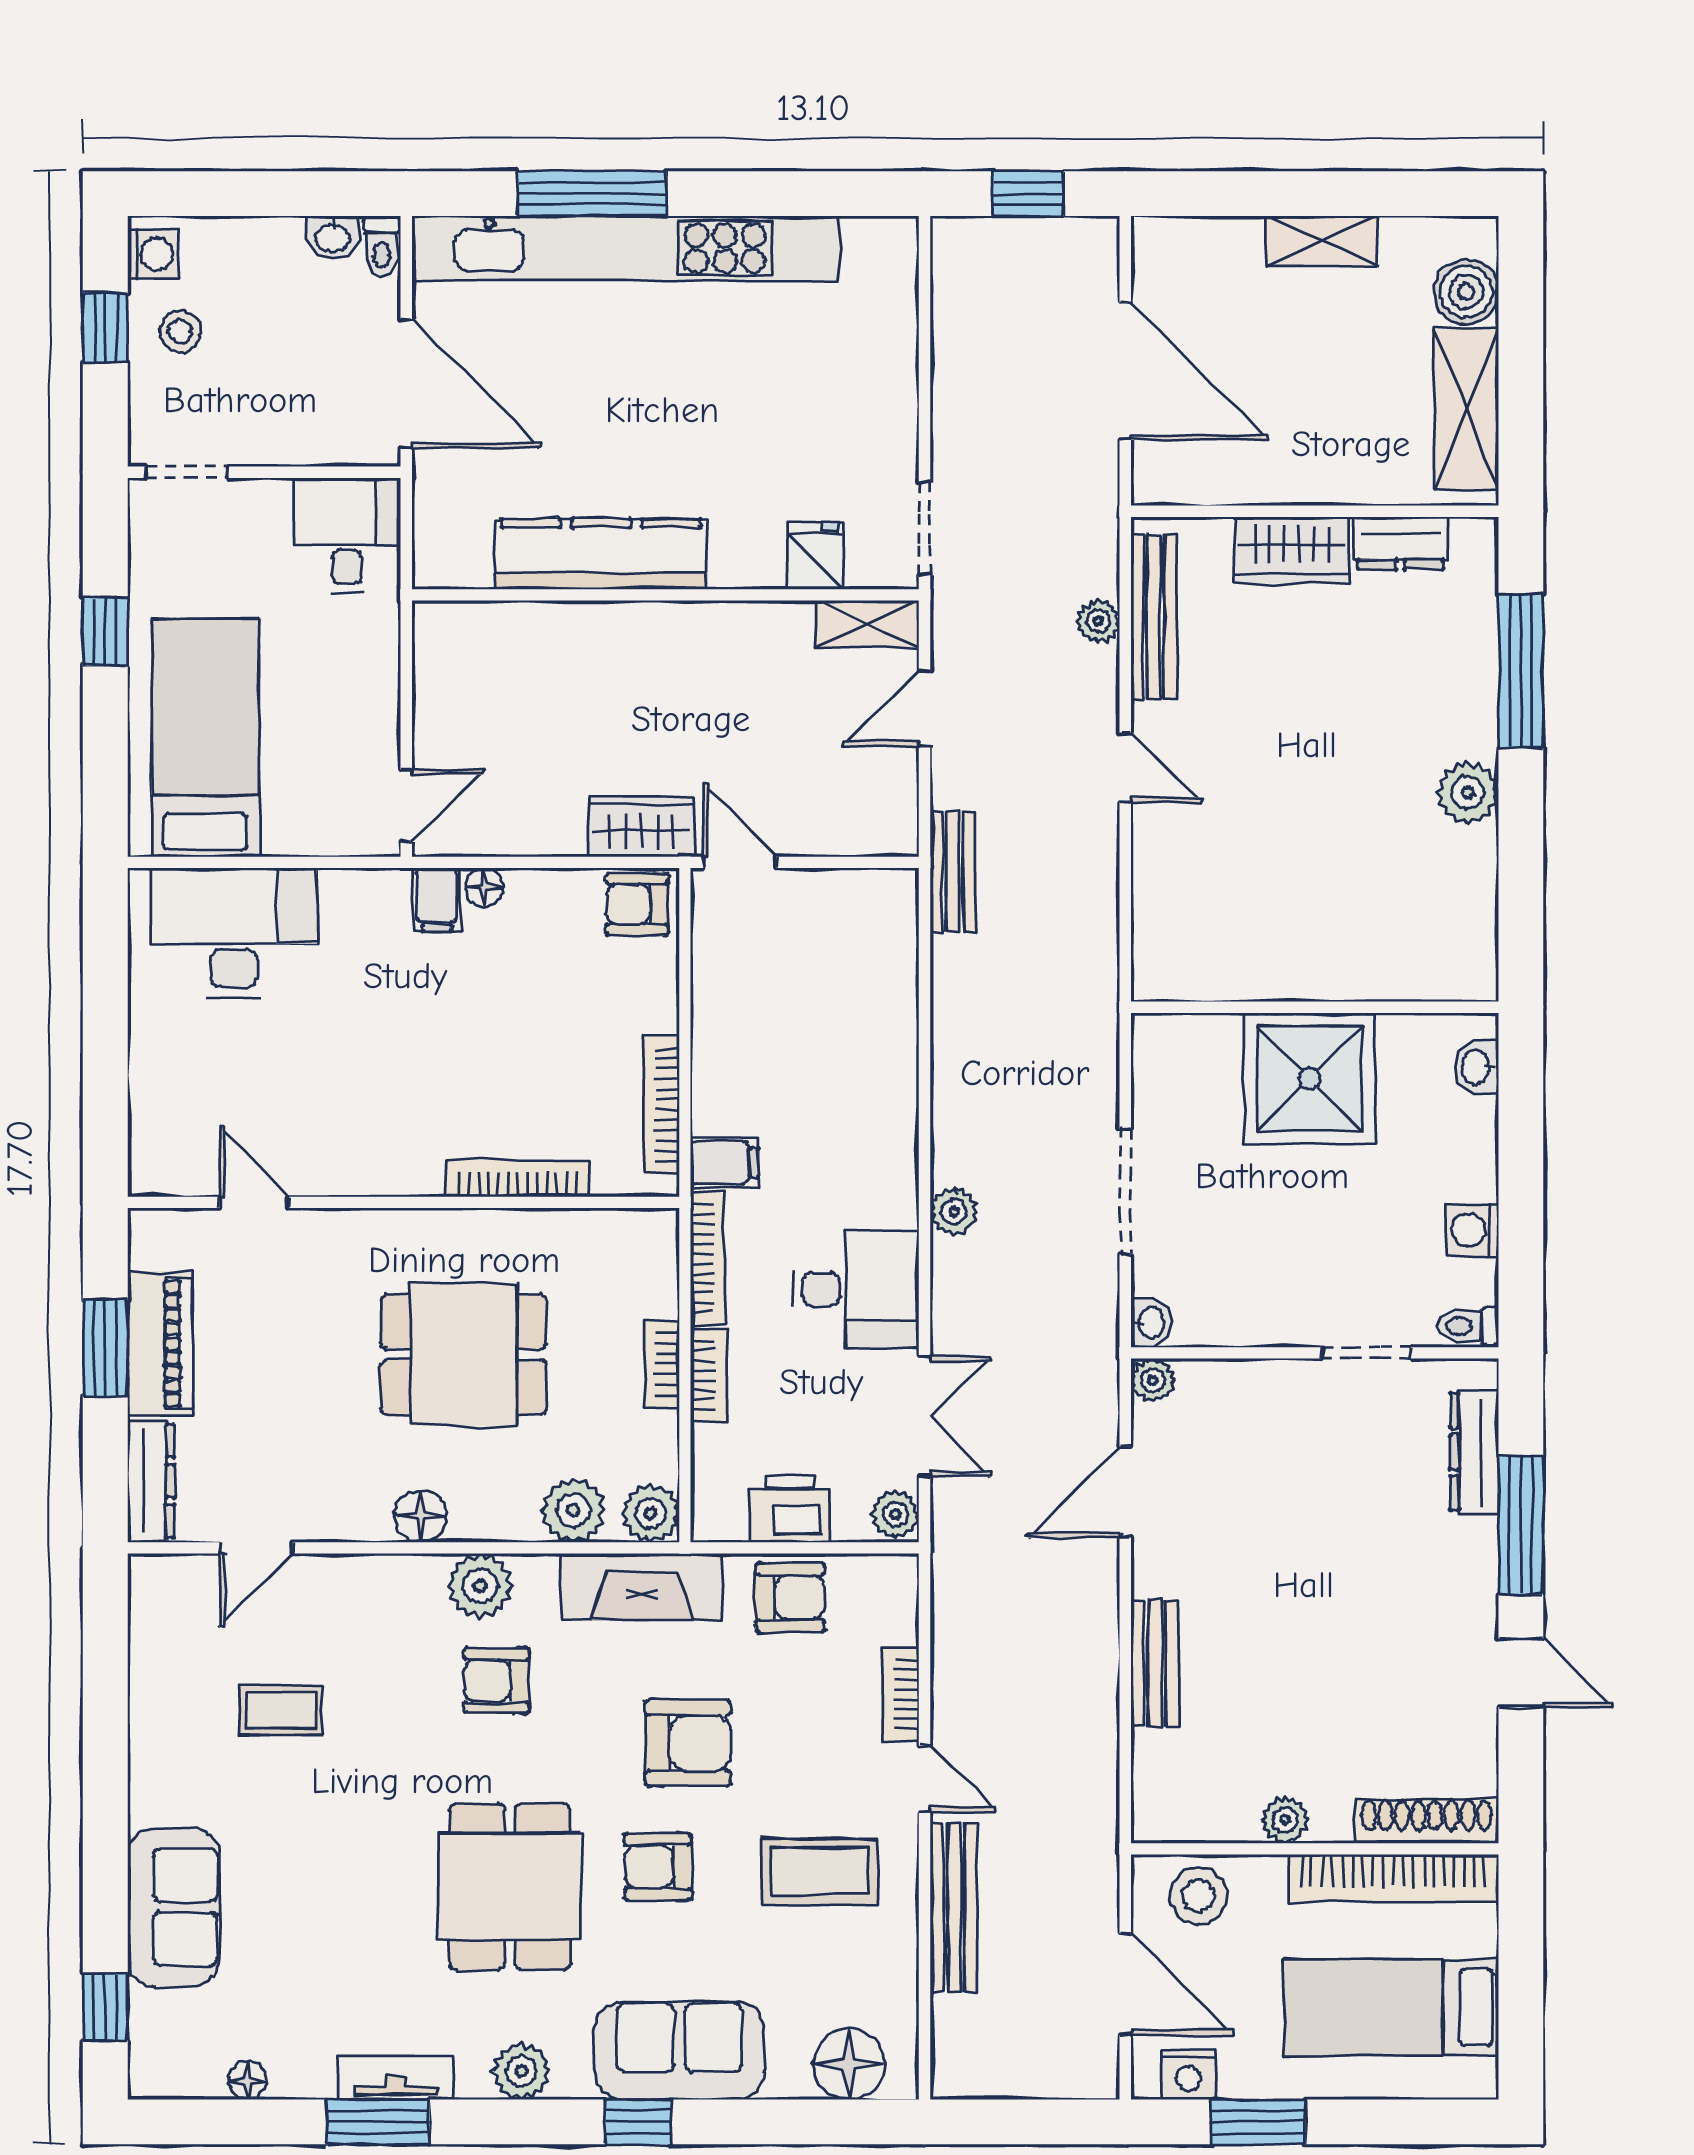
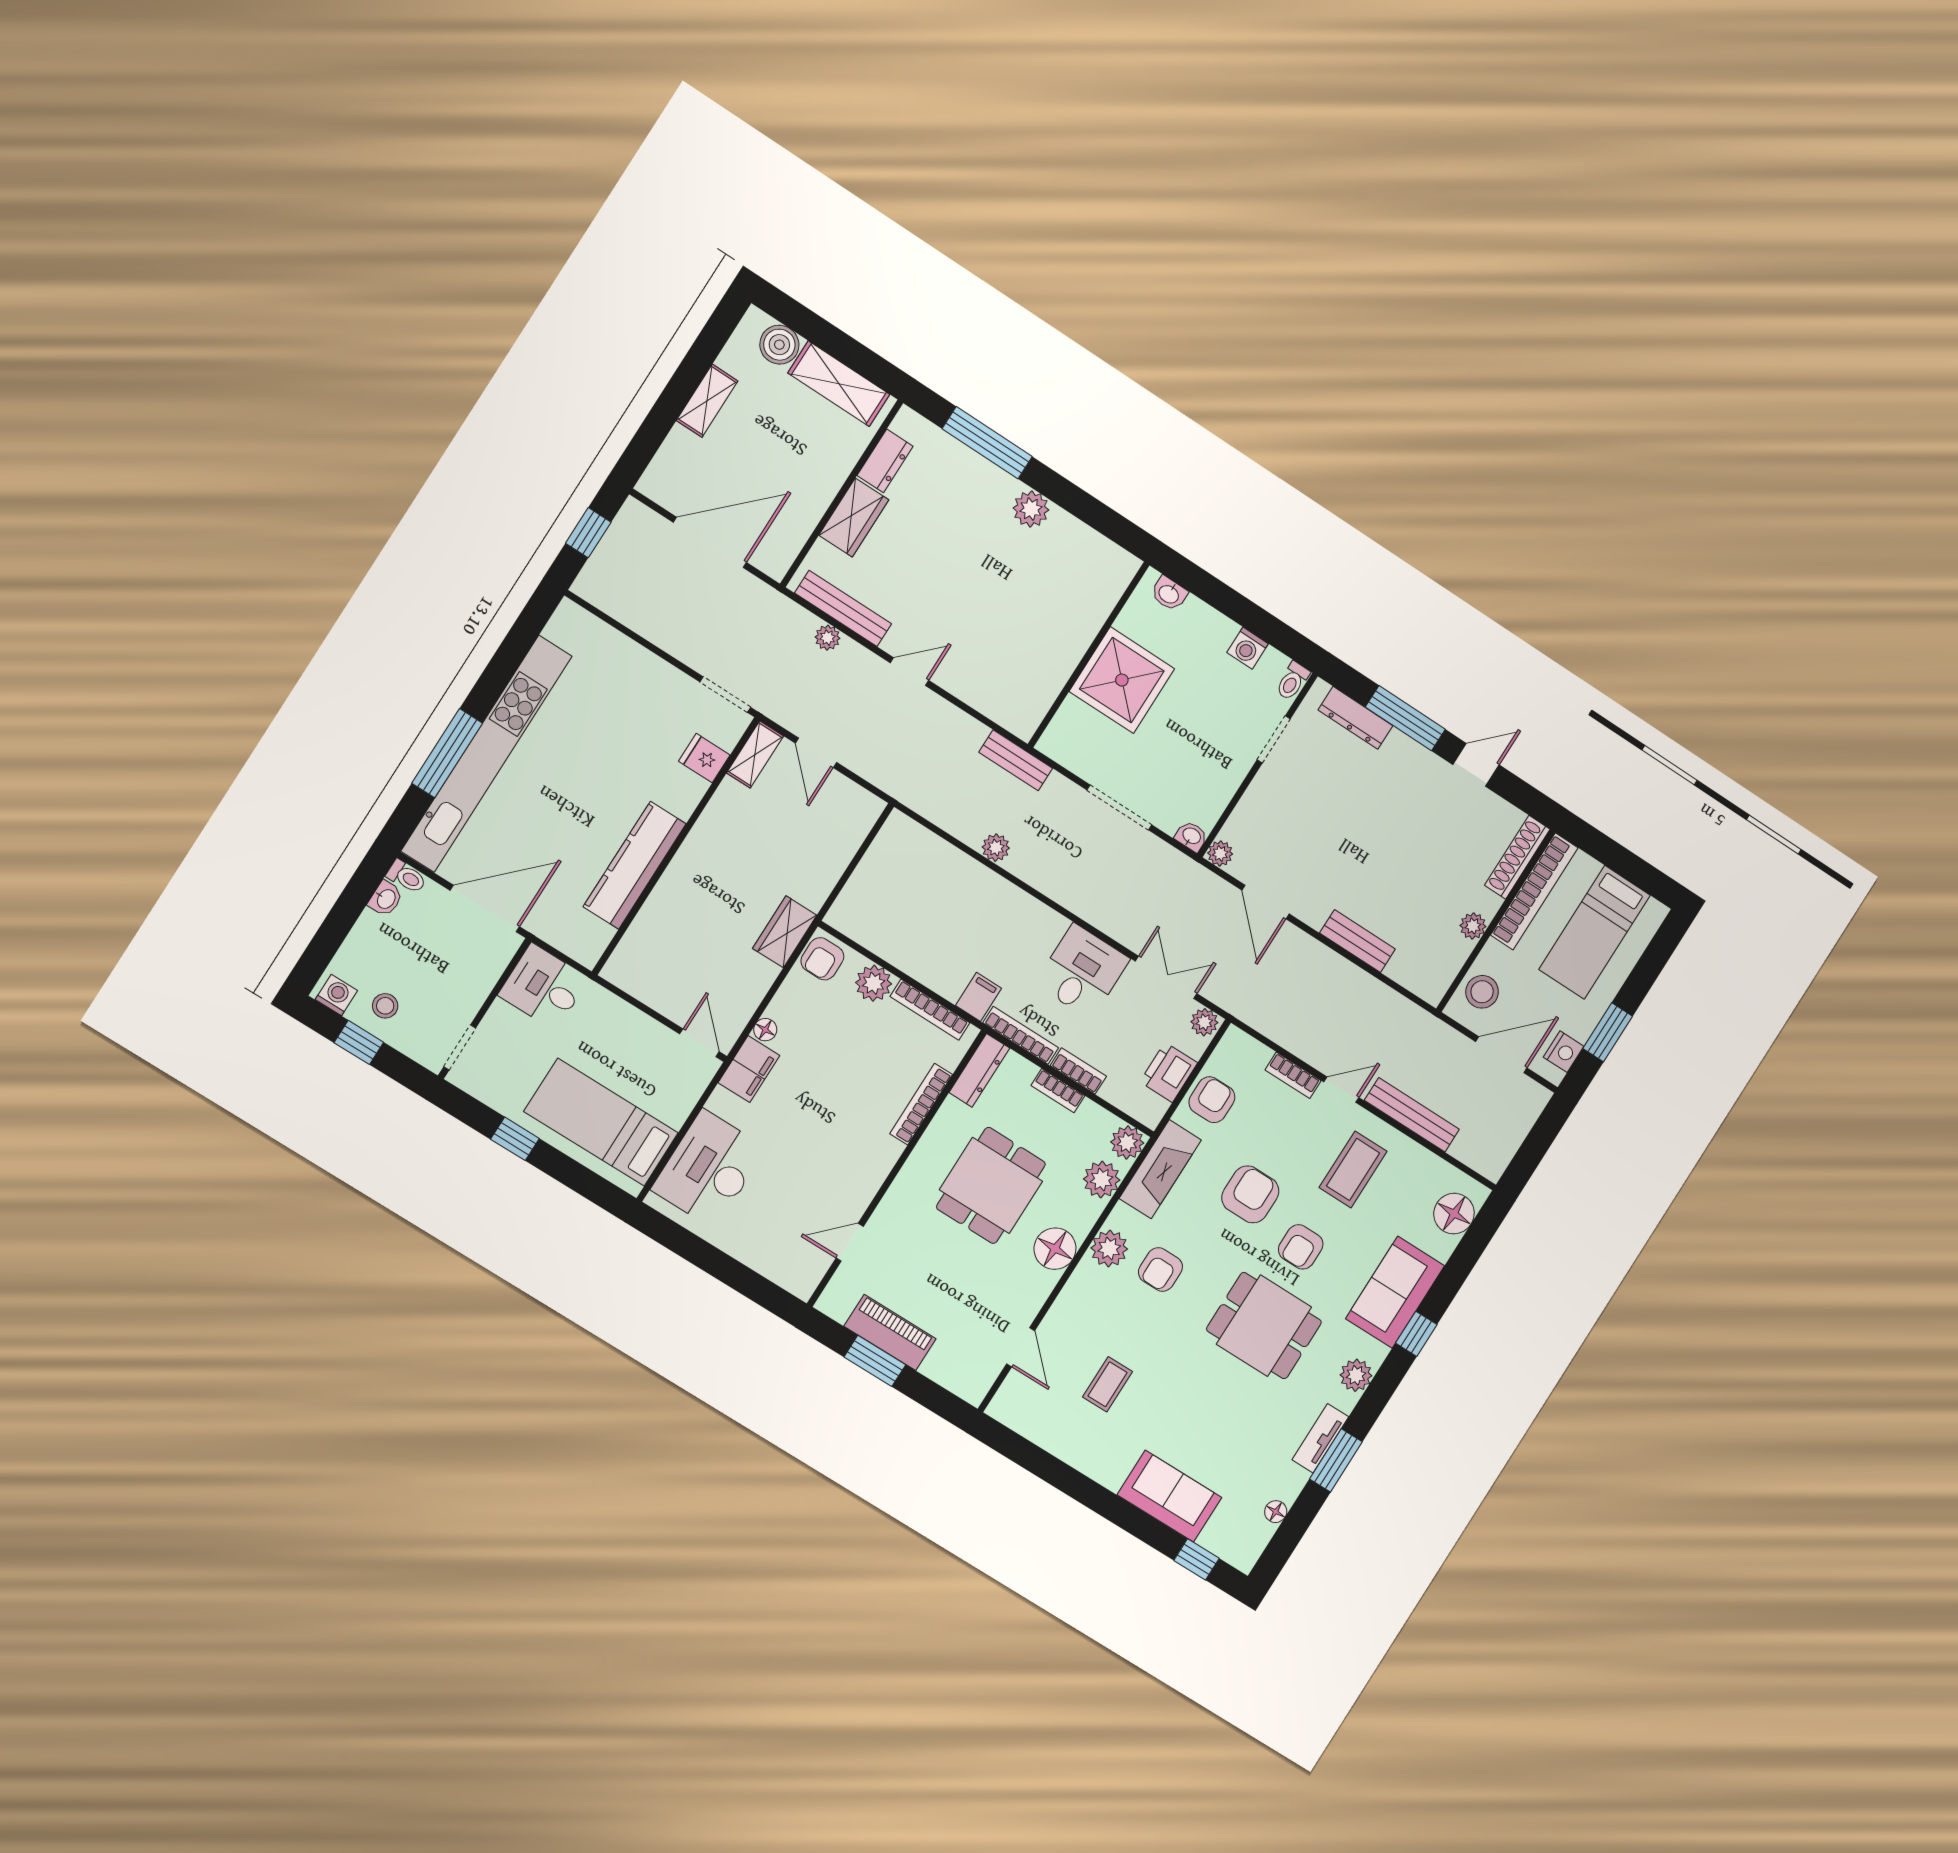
door: (740, 862) -> (834, 894), removed
bench: (953, 872) -> (1016, 760), moved
filing cabinet: (437, 900) -> (749, 1069), width x2.00
plant: (648, 999) -> (874, 983), added
plant: (954, 1212) -> (996, 848), moved
dresser: (151, 1481) -> (979, 1070), moved, turned 90
floor lamp: (421, 1516) -> (1055, 1249), width x1.38, depth x1.38

